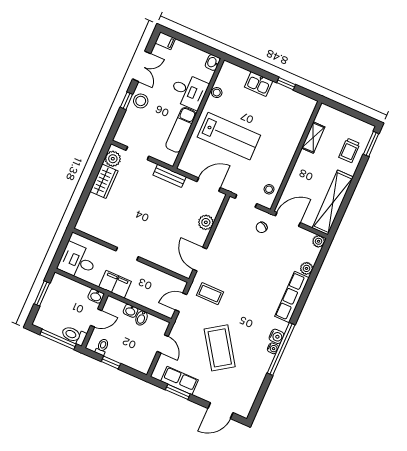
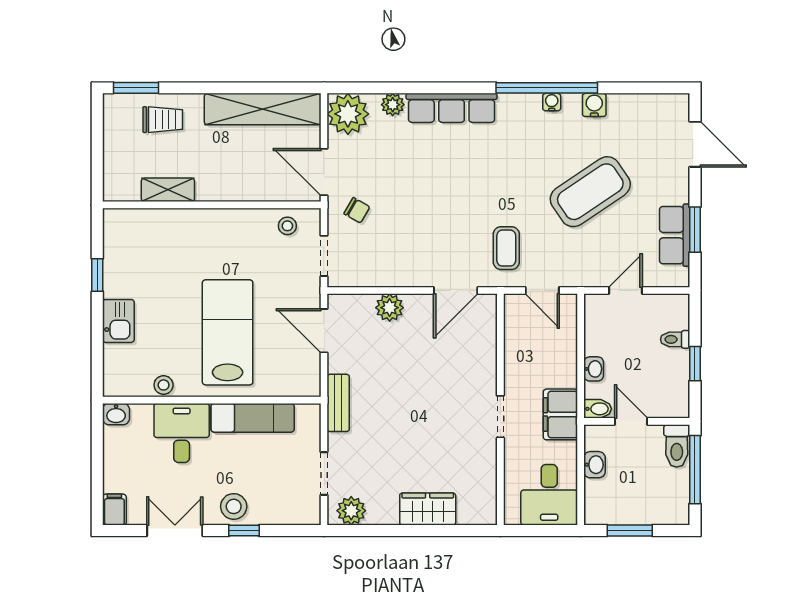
wardrobe: (104, 181) -> (428, 509), moved
plant: (319, 241) -> (348, 114), width x1.88, depth x1.88
washbasin: (96, 296) -> (594, 465), moved
bidet: (141, 318) -> (598, 409), moved
water cooler: (276, 336) -> (594, 105), moved
toilet: (102, 347) -> (675, 339), moved

